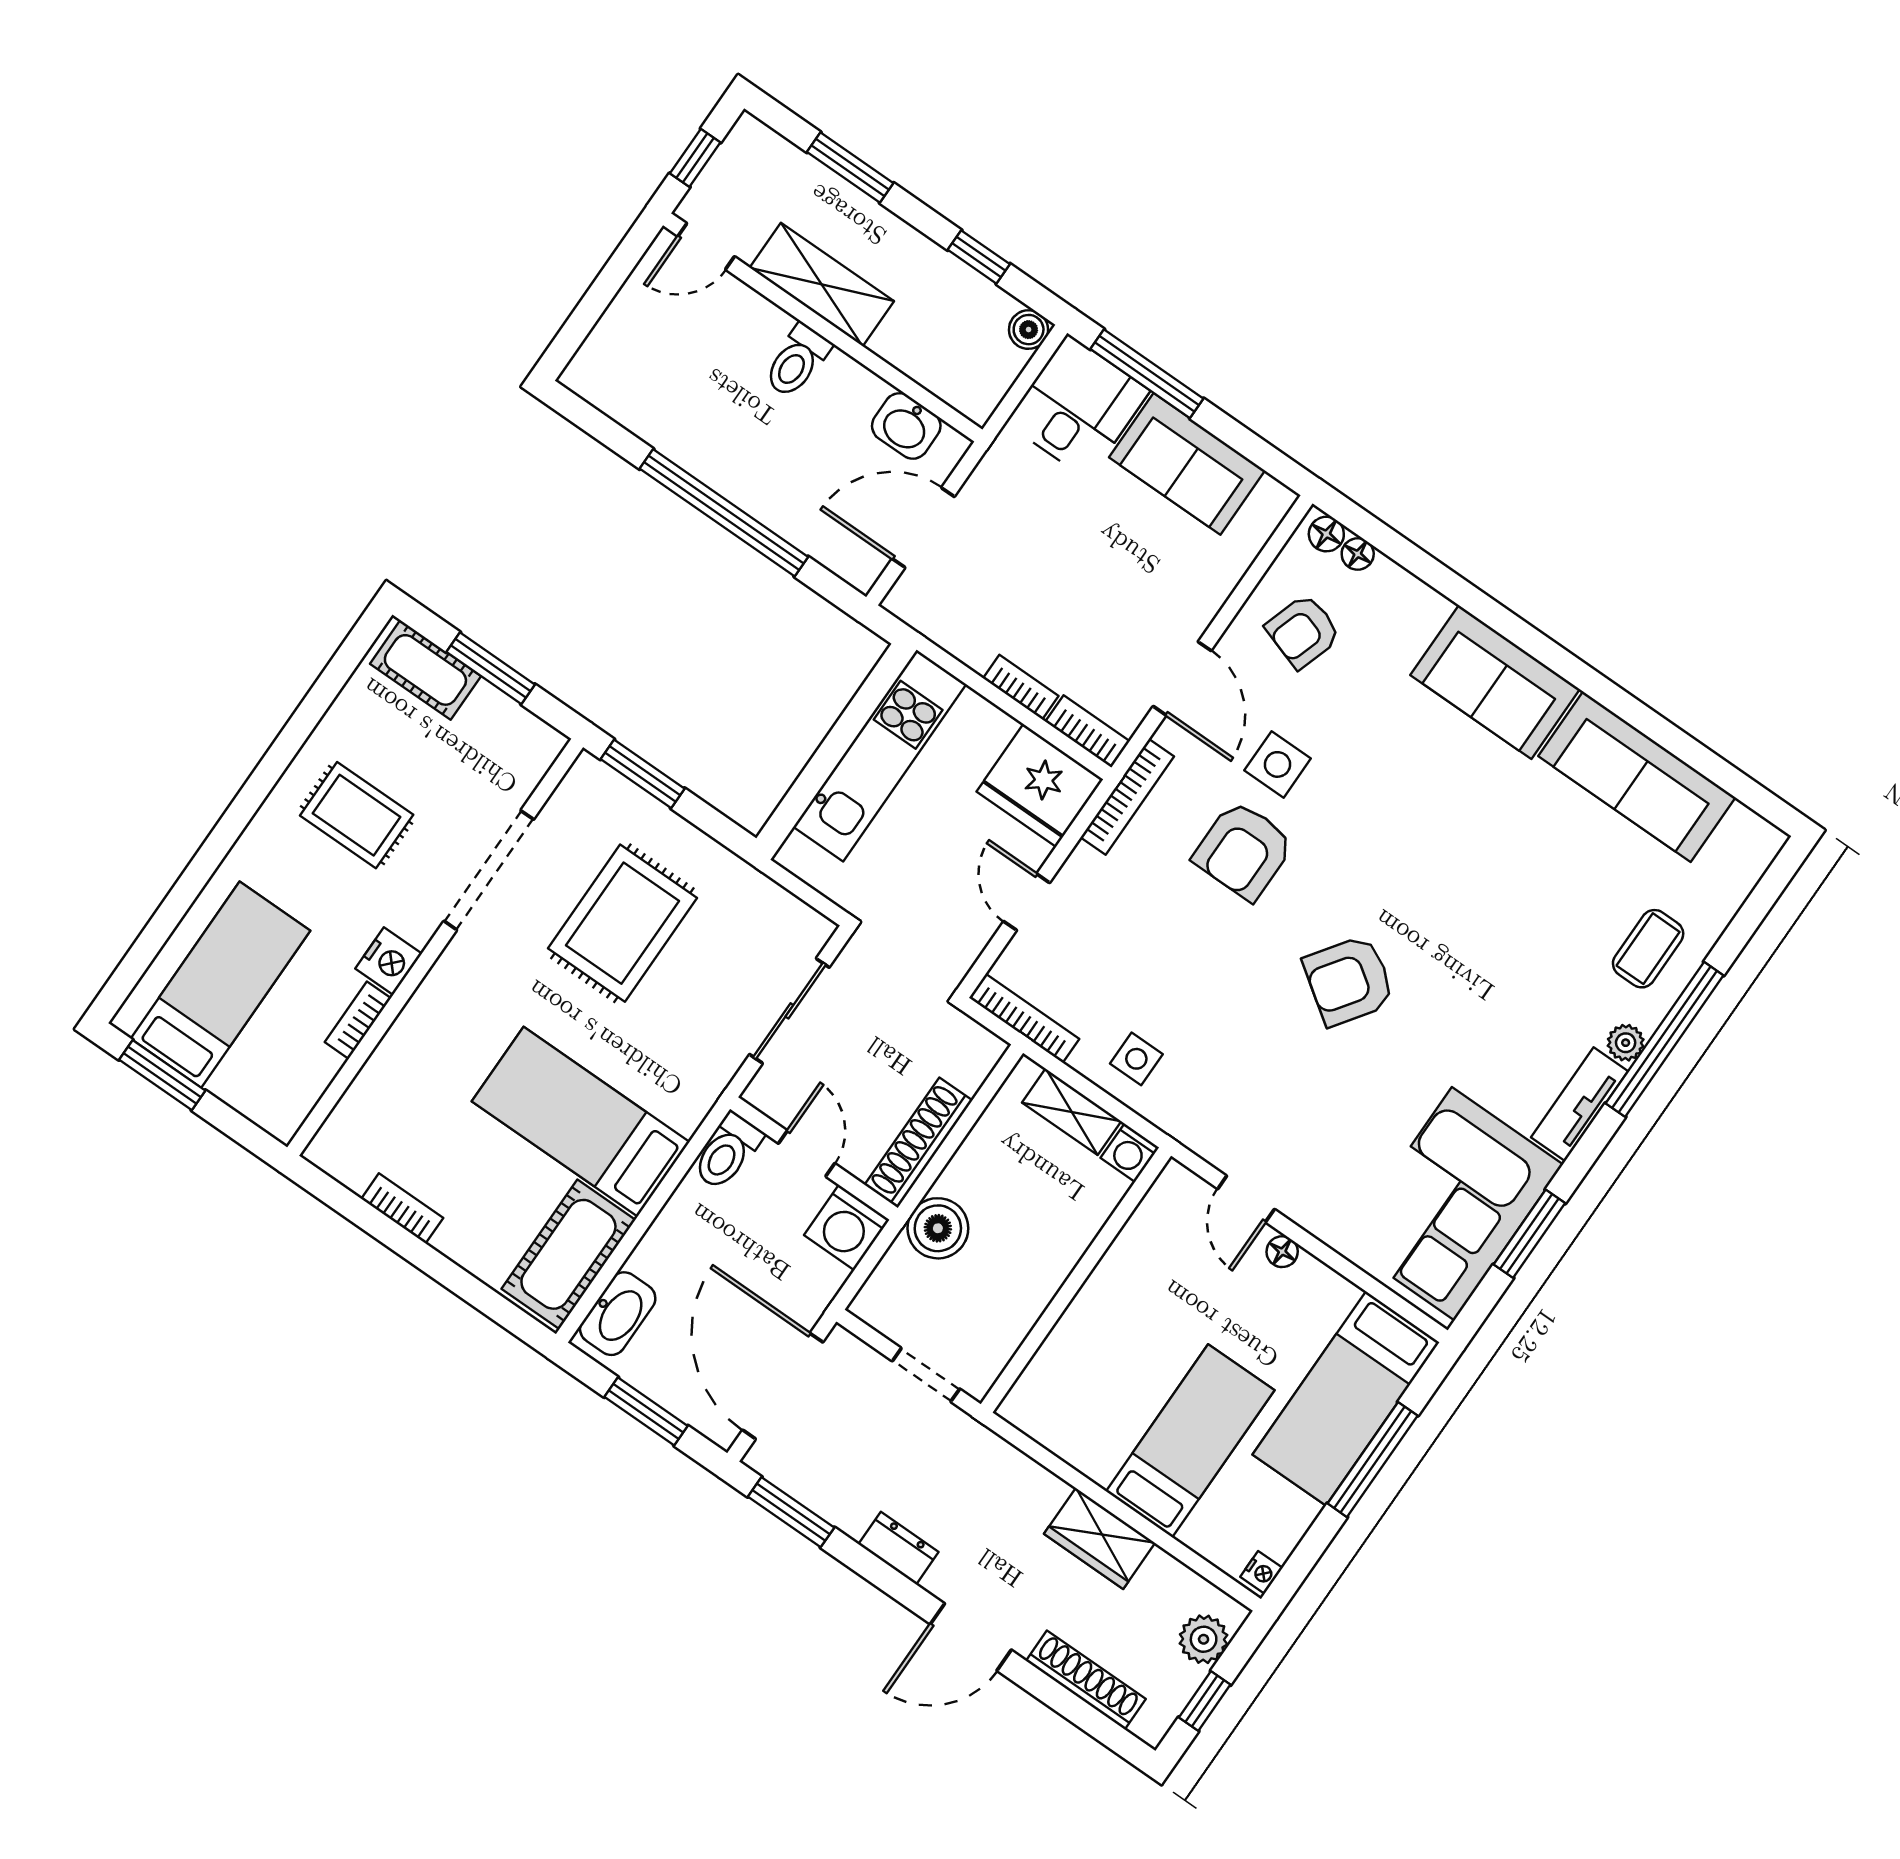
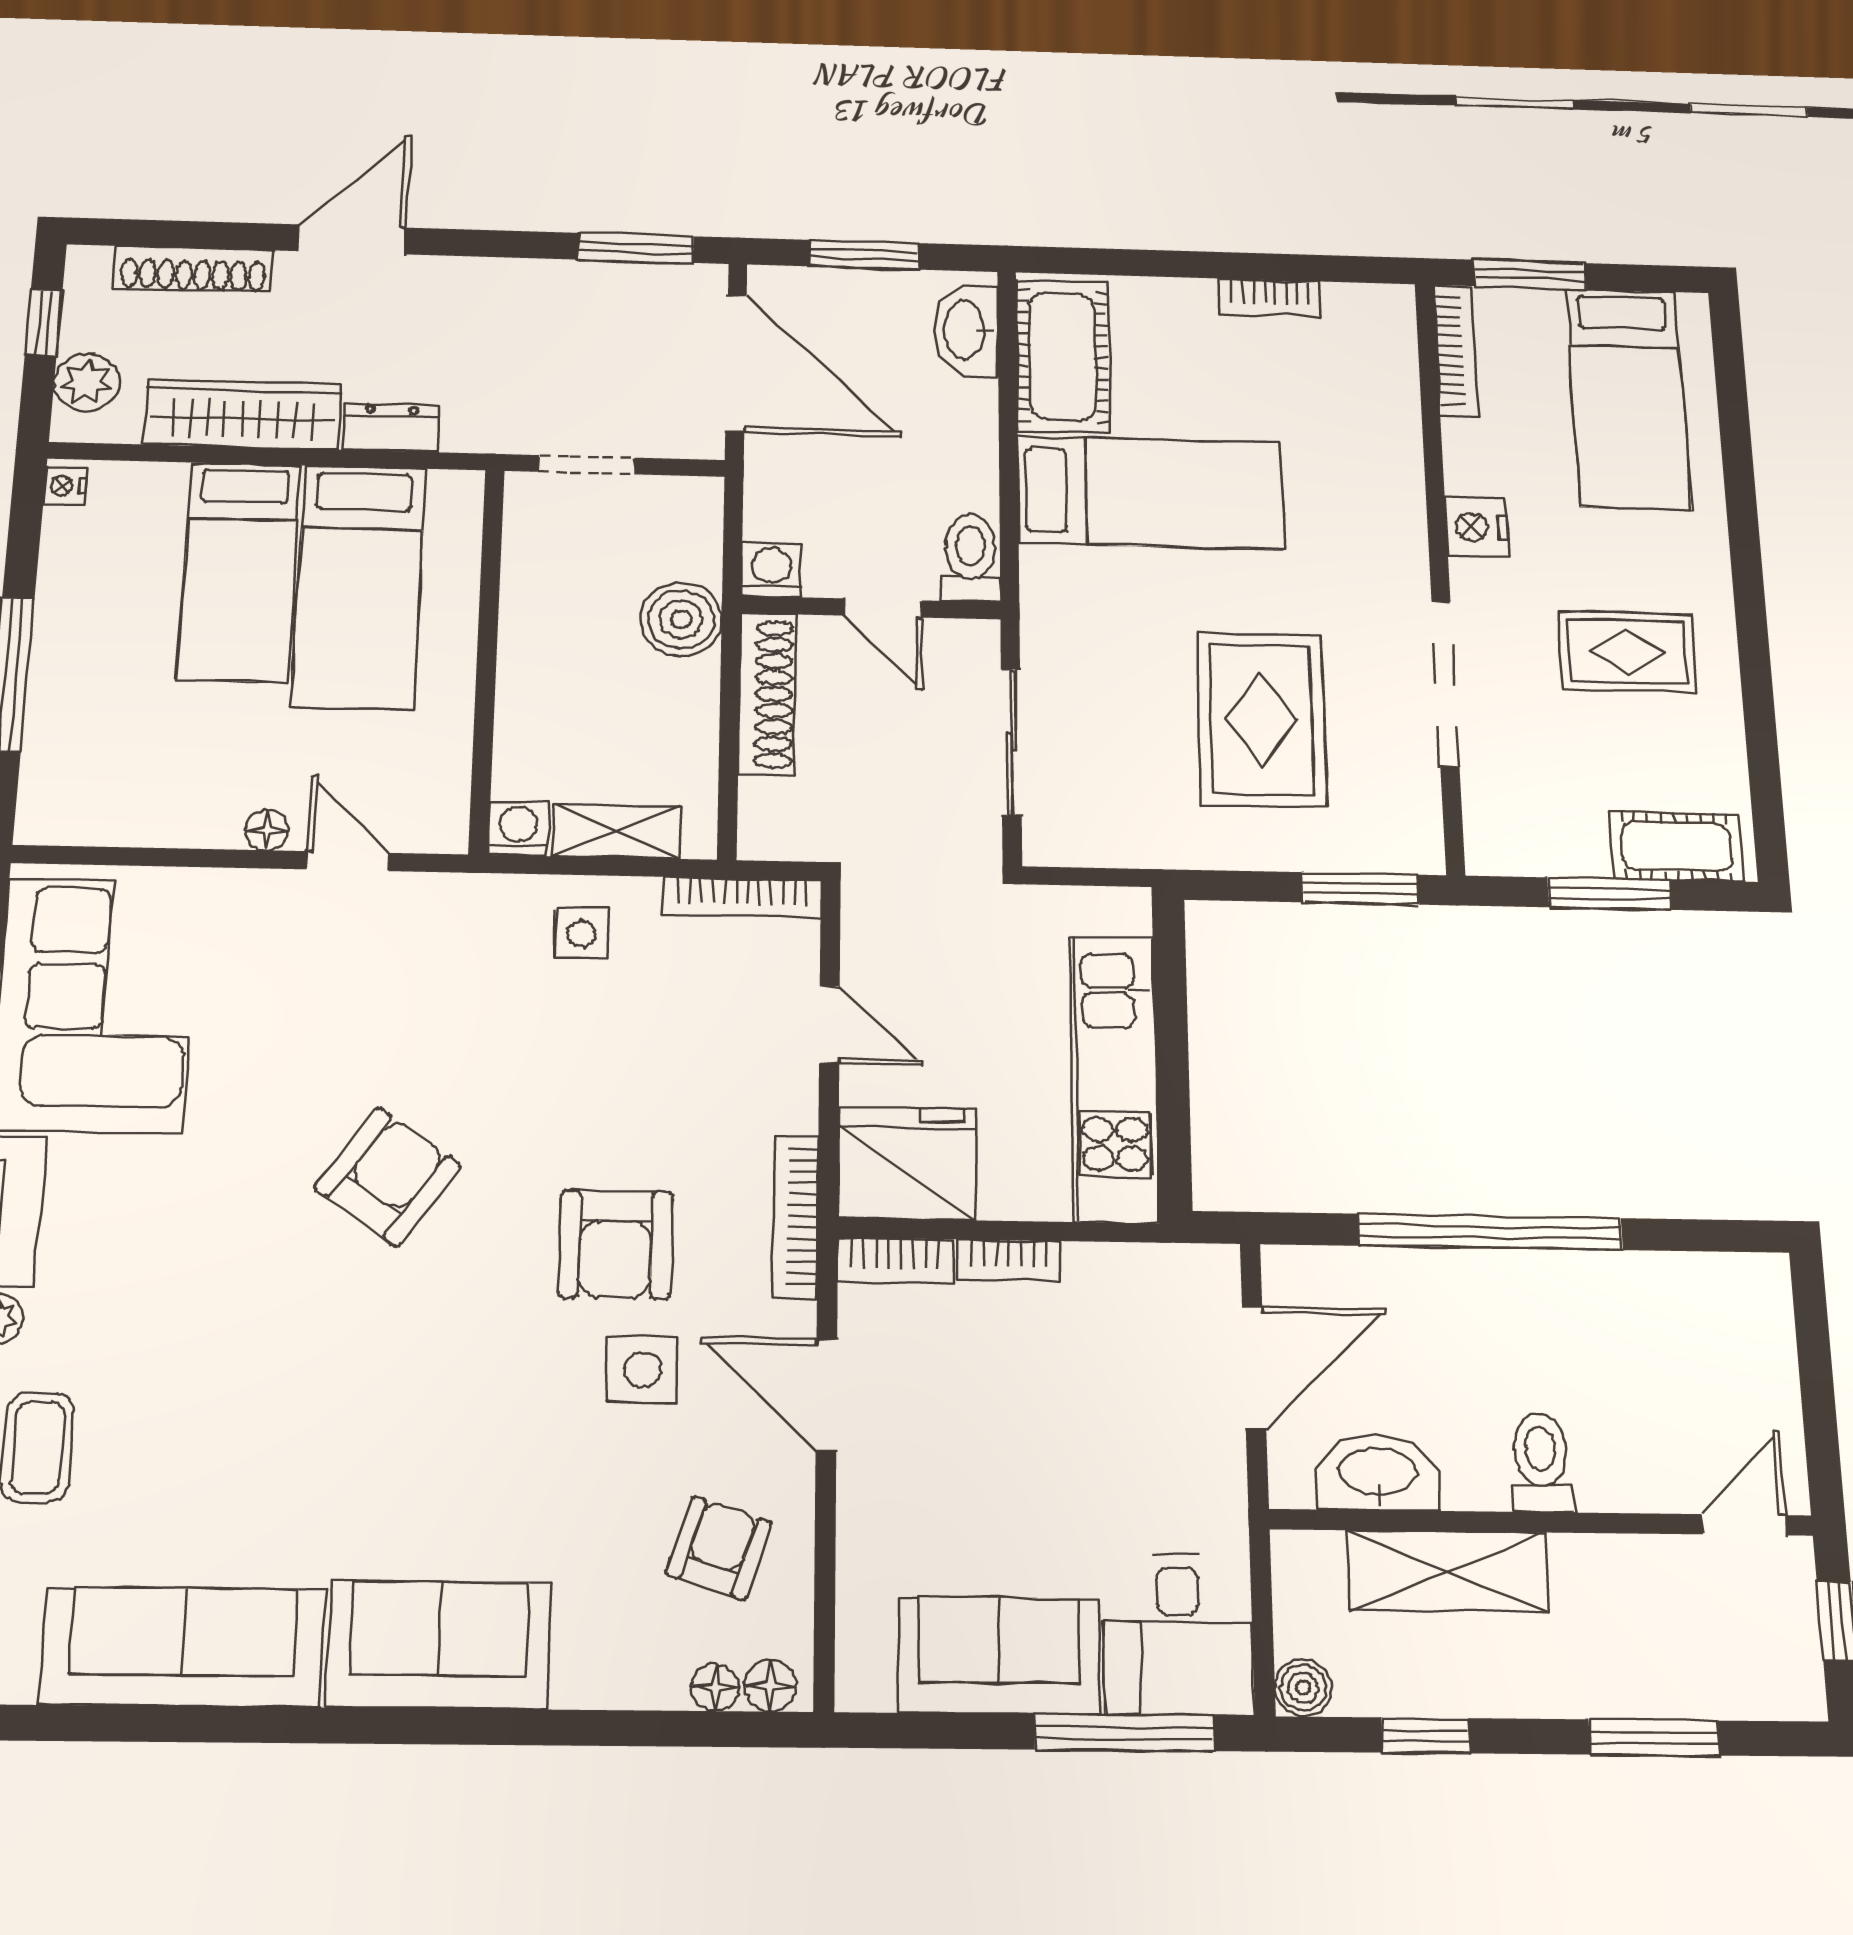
shelving: (822, 285) -> (1448, 1571), moved
washbasin: (906, 426) -> (1378, 1473), width x1.38
armchair: (1243, 850) -> (615, 1244), turned 180
bookcase: (358, 1020) -> (1455, 350), moved, width x1.56
window: (162, 1075) -> (1530, 275), moved
washing machine: (847, 1227) -> (771, 570), width x0.73, depth x0.73
bed: (1346, 1398) -> (359, 586), moved, turned 180
wardrobe: (1100, 1538) -> (243, 414), width x1.50
dresser: (898, 1548) -> (391, 428), moved, turned 180

